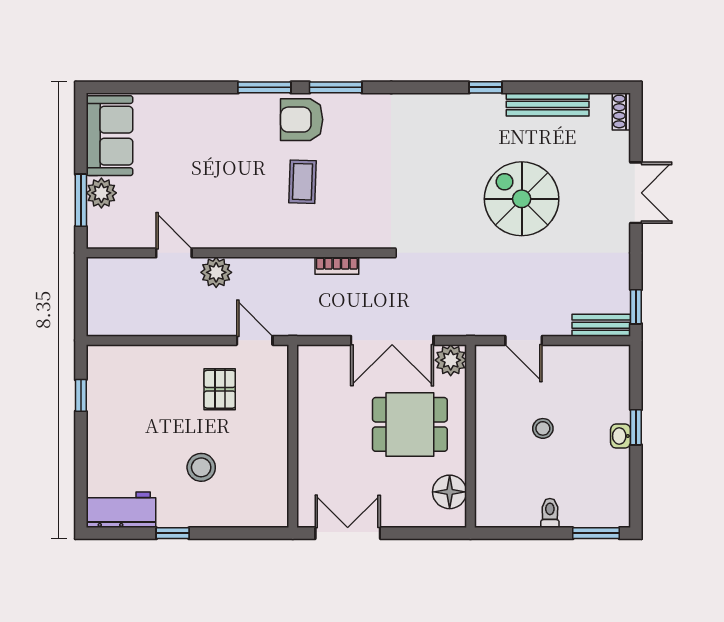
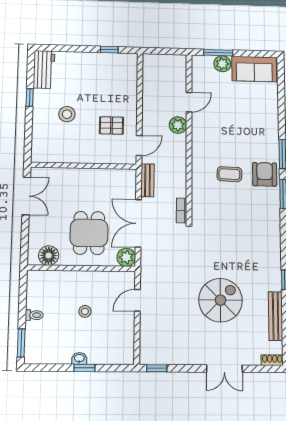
bookcase: (337, 266) -> (182, 210), moved
bench: (601, 325) -> (147, 180), moved

